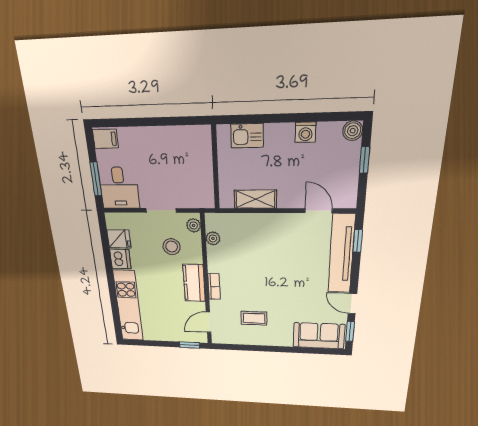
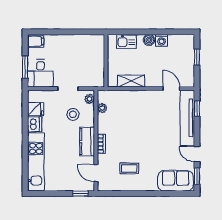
boiler: (353, 131) -> (149, 40), moved
door: (208, 322) -> (96, 173), hinge flipped

